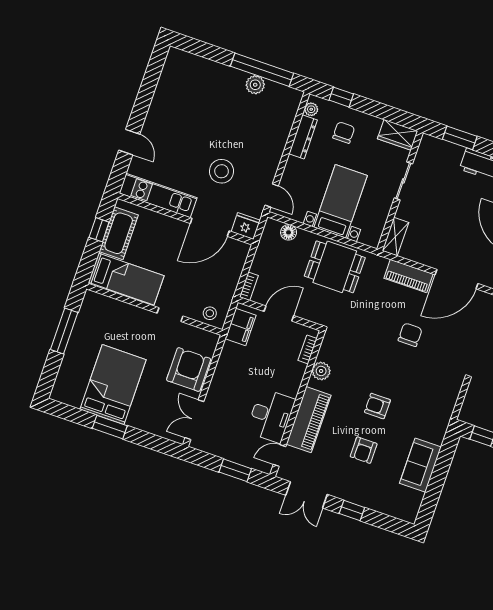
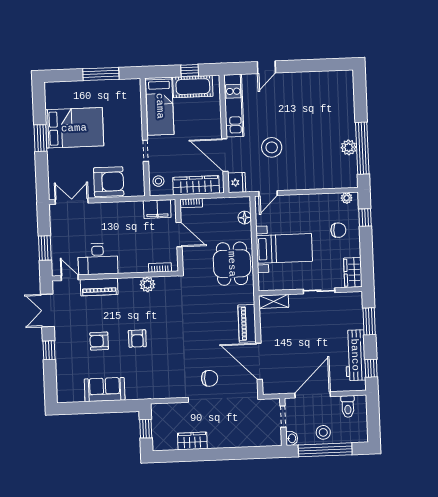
dresser: (303, 137) -> (323, 200), removed
wardrobe: (231, 273) -> (196, 185), added
chair: (410, 335) -> (210, 378), moved
armchair: (377, 406) -> (137, 339), turned 180
piano: (309, 420) -> (99, 287), width x0.73, depth x0.75

